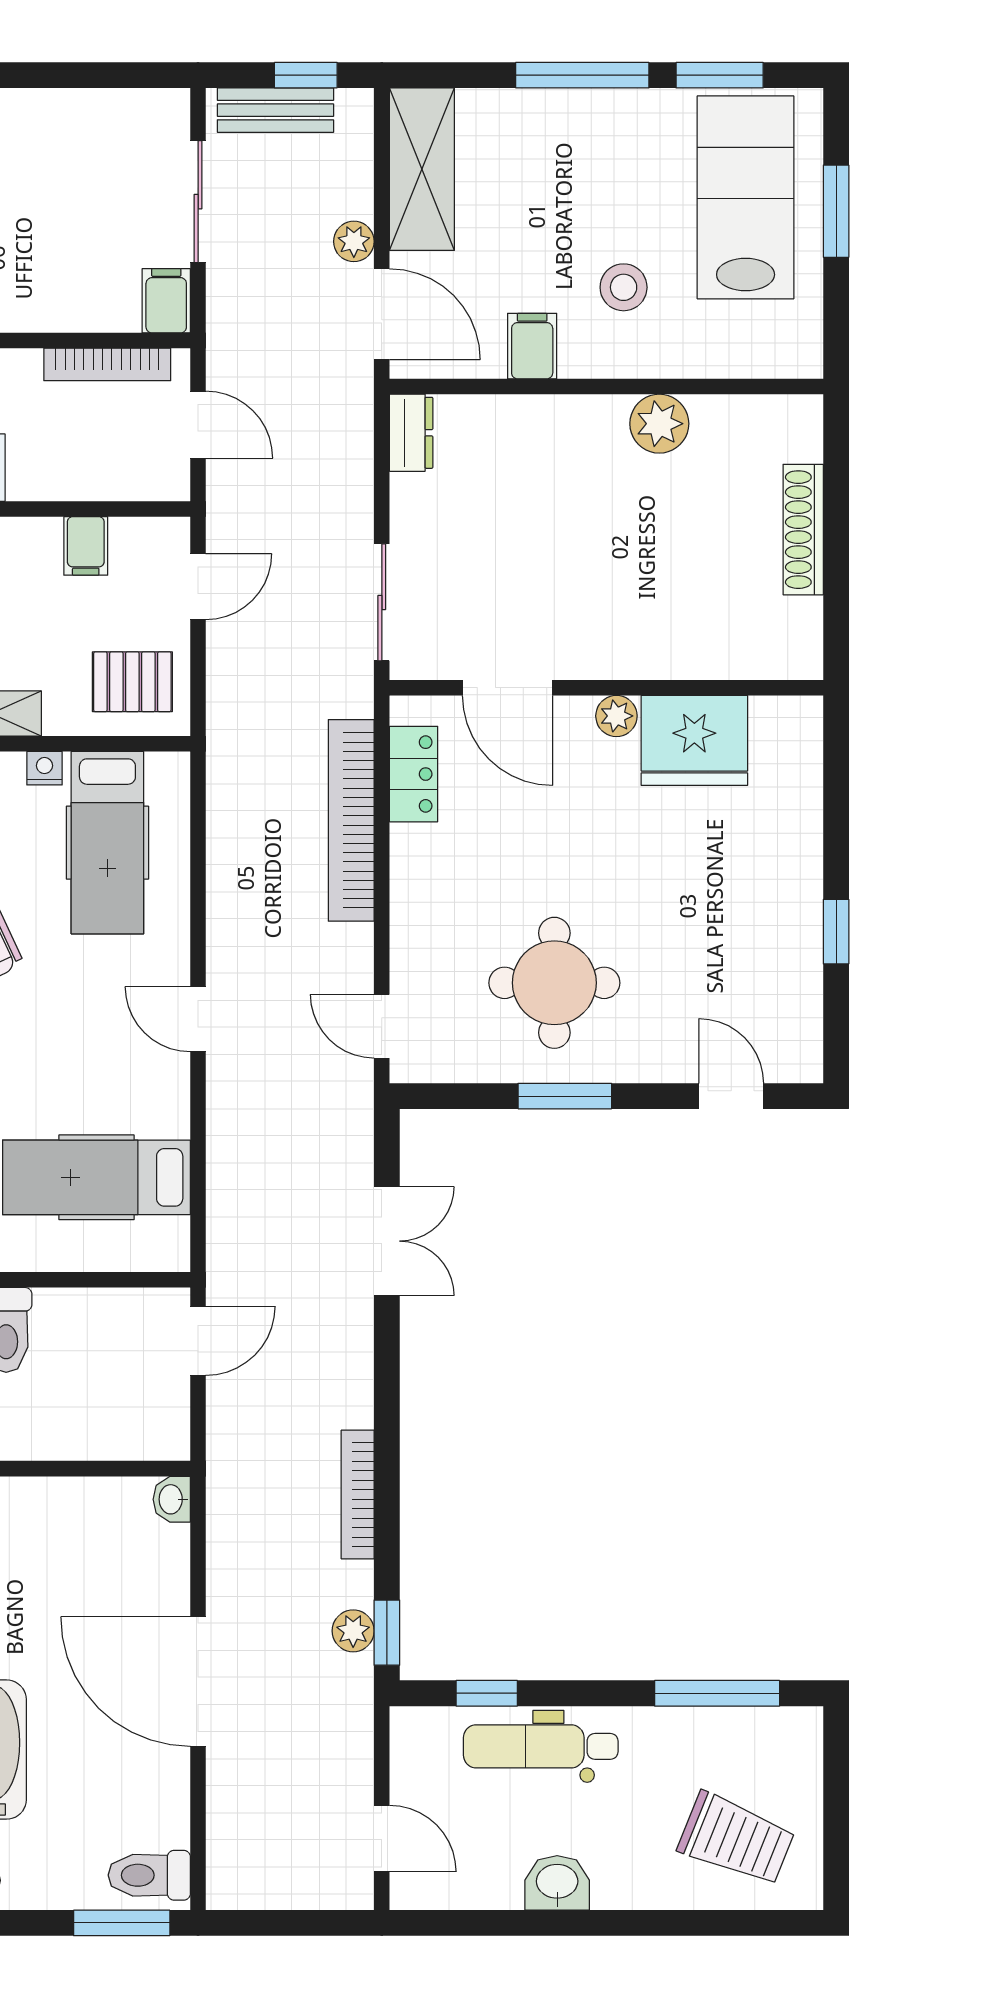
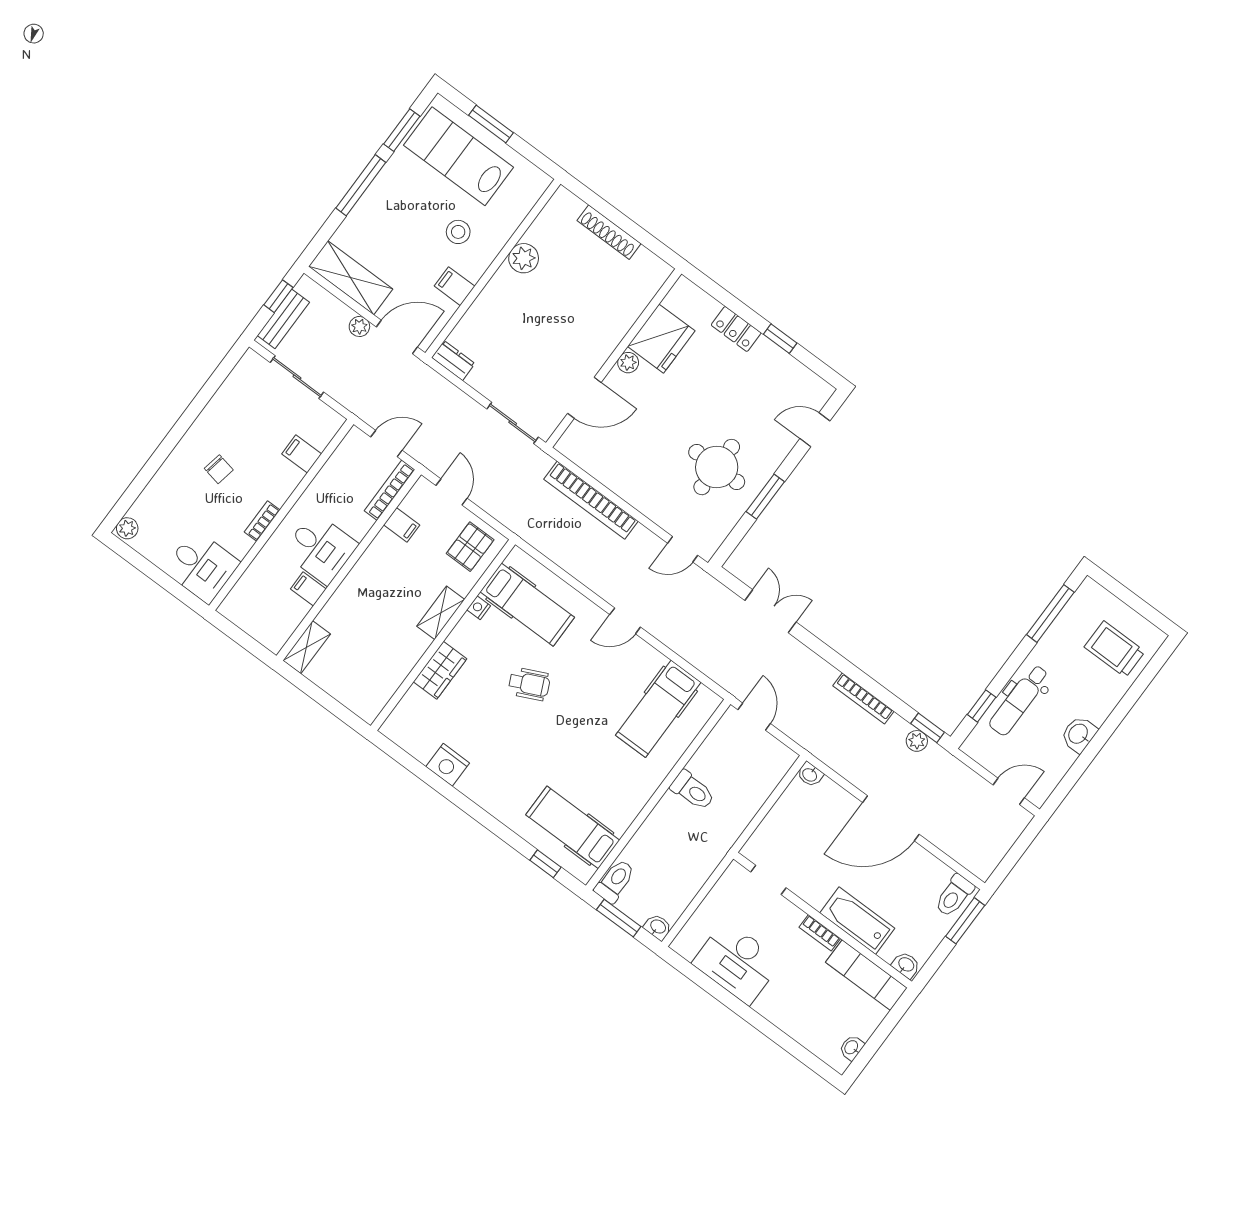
filing cabinet: (166, 301) -> (302, 454), moved
bookcase: (107, 364) -> (390, 490), moved, turned 180
locker: (414, 774) -> (736, 329), moved, turned 180
trolley: (736, 1839) -> (1115, 649), turned -112

